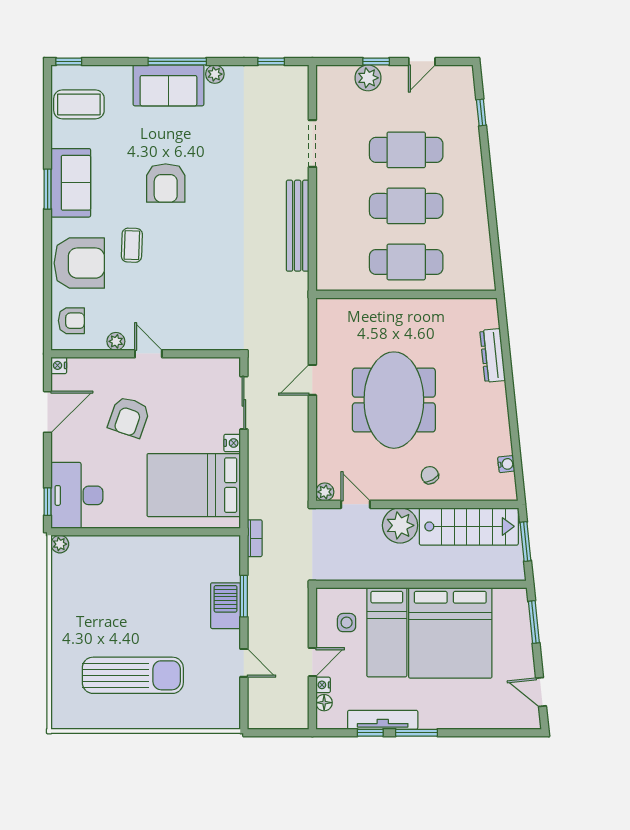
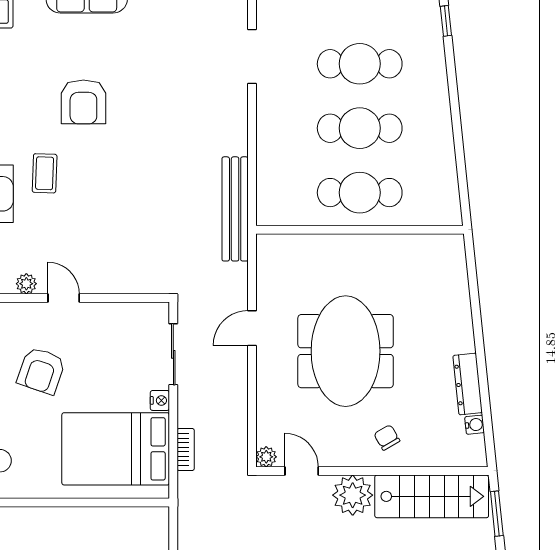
bench: (298, 226) -> (235, 209), moved
dresser: (493, 355) -> (468, 384), moved
bookcase: (255, 538) -> (186, 450), moved

